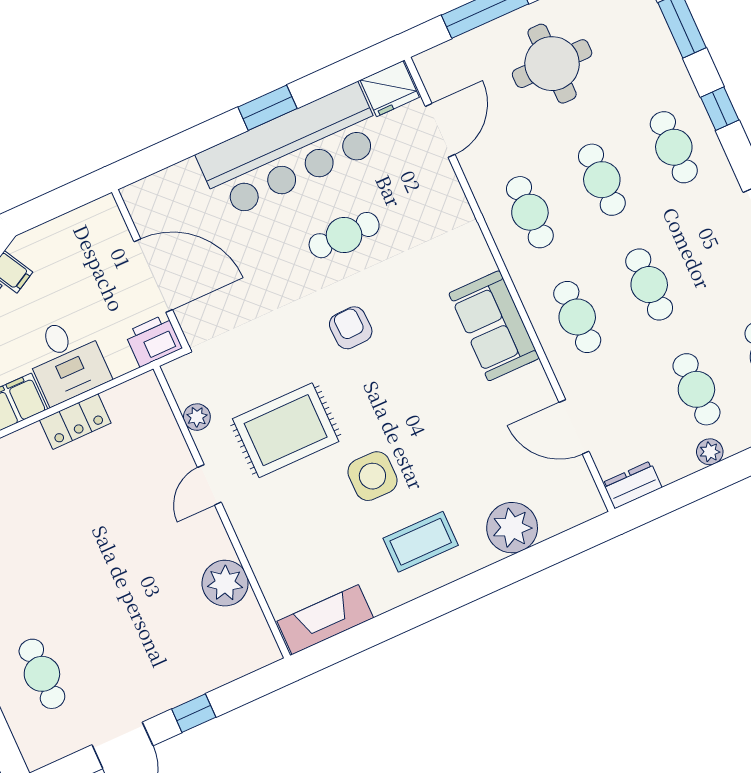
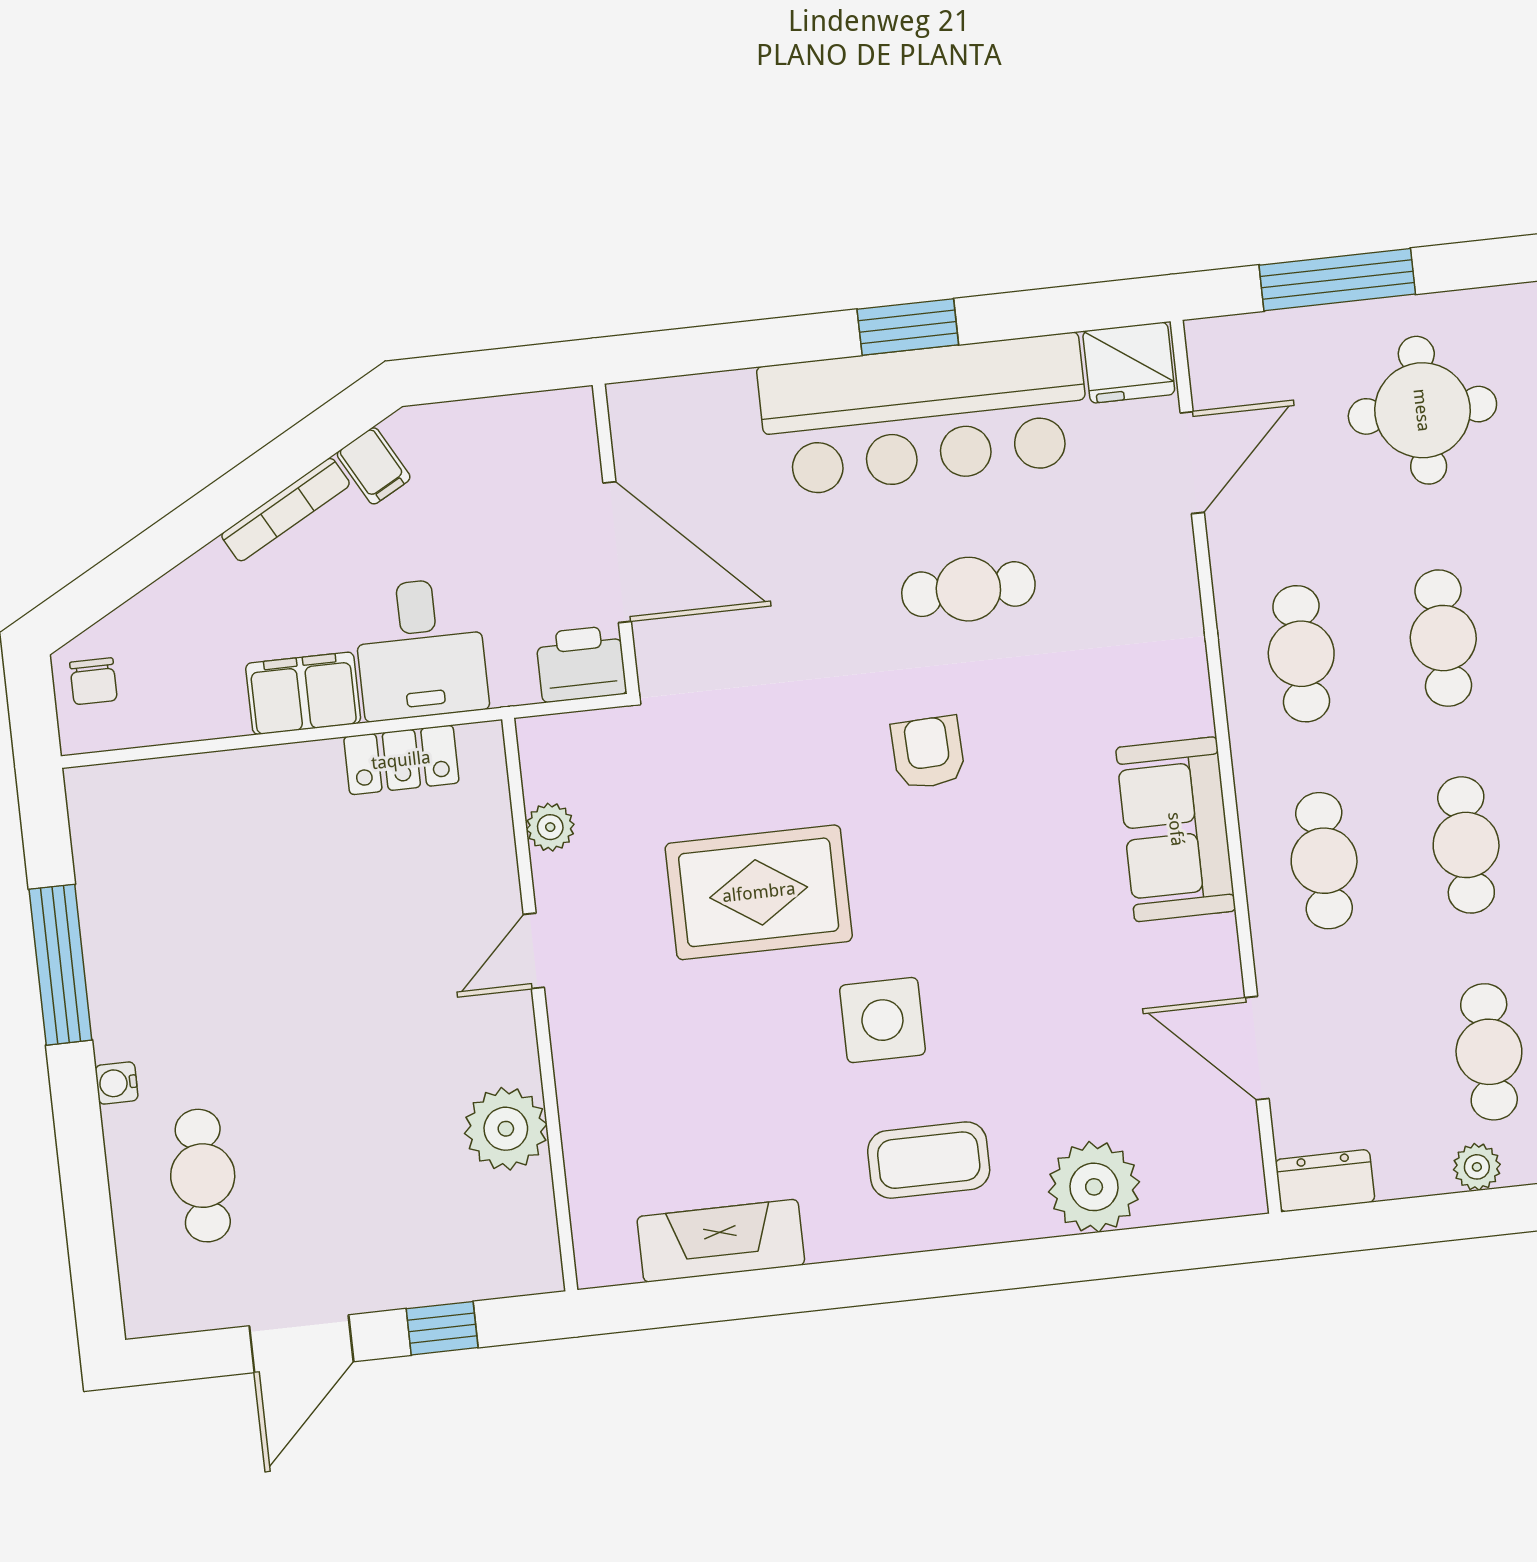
plant: (197, 417) -> (550, 827), moved
door: (209, 485) -> (534, 951), moved
wall: (222, 512) -> (540, 1005), moved
plant: (225, 583) -> (506, 1129), moved

